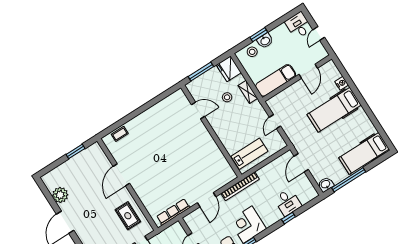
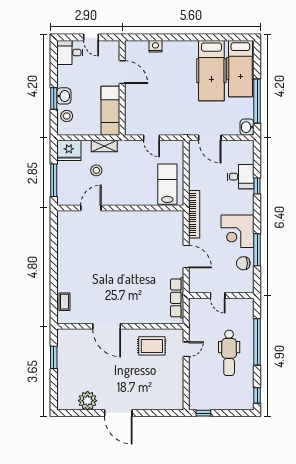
hospital bed: (334, 110) -> (211, 71), moved

